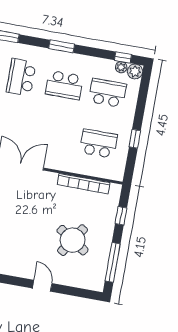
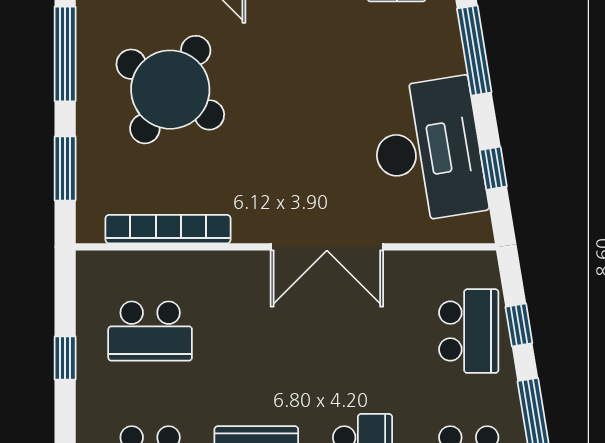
window: (121, 216) -> (65, 168), width x1.50
round table: (73, 240) -> (170, 90), width x1.36, depth x1.36

